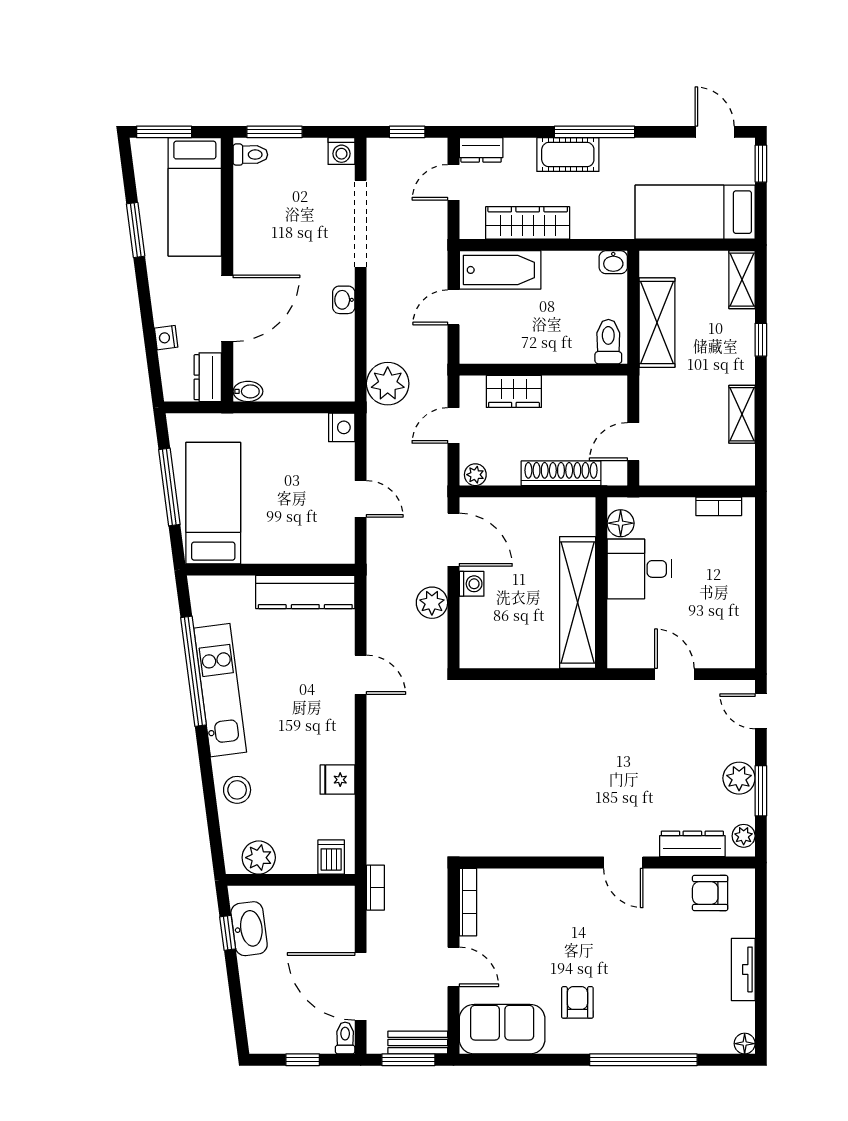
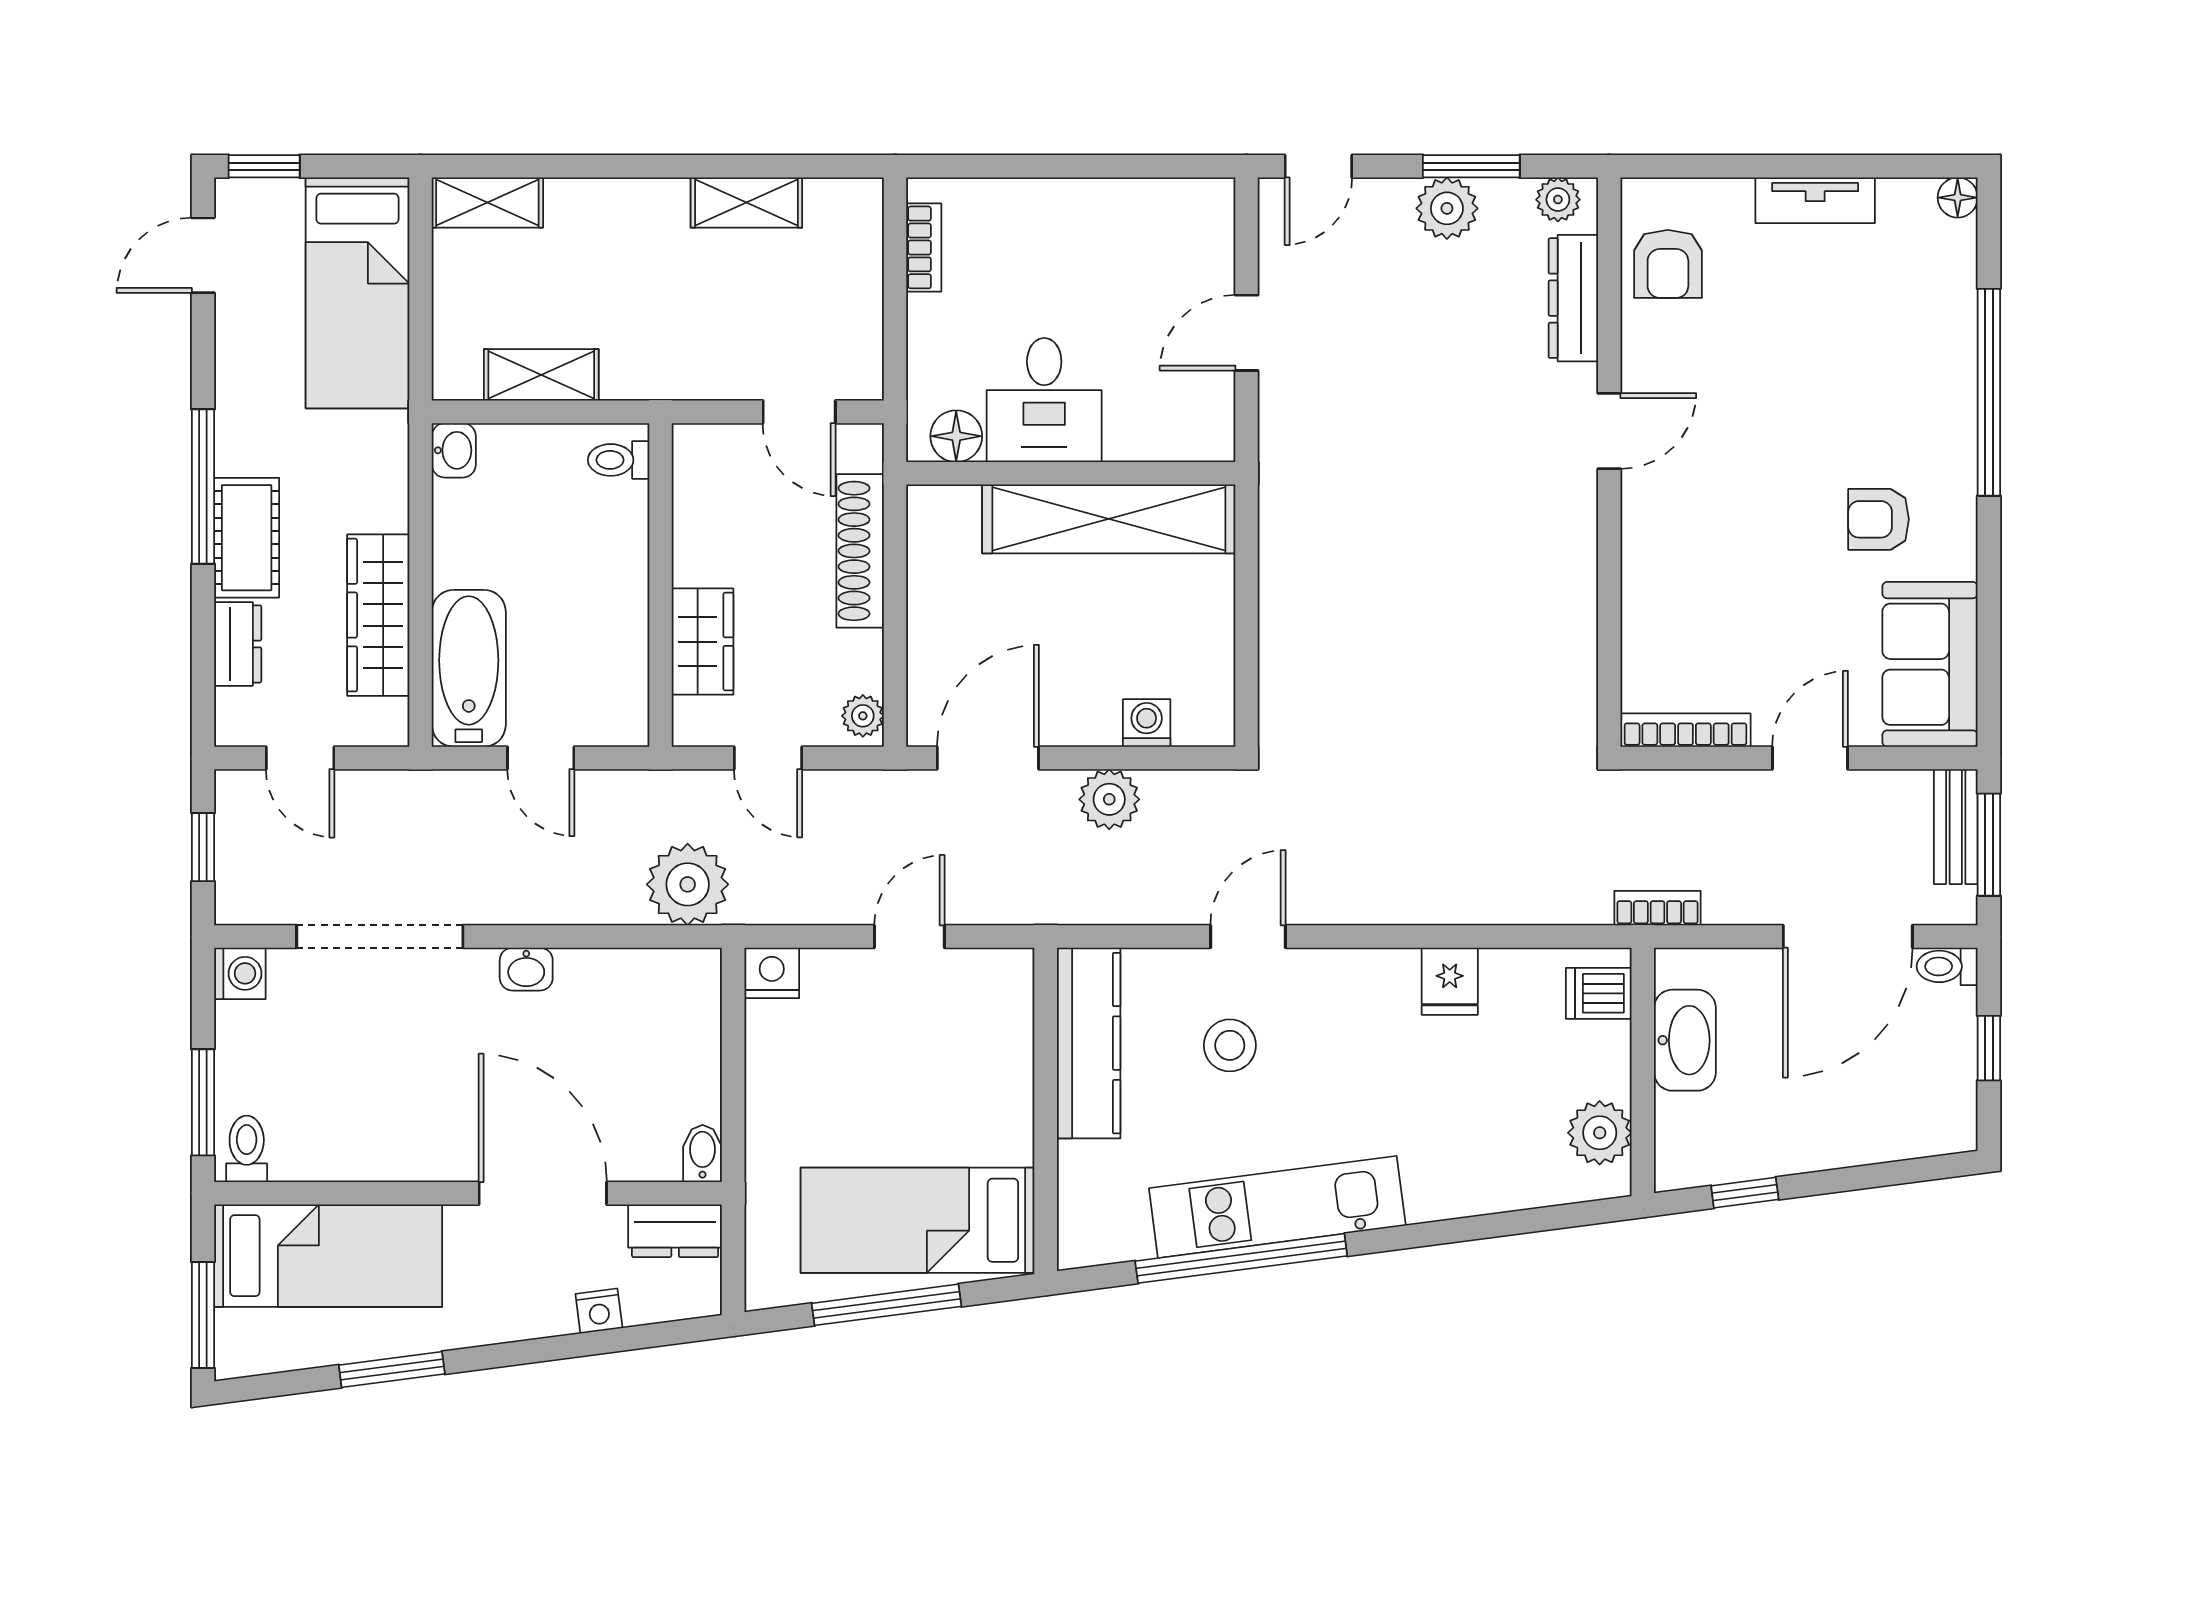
dresser: (481, 150) -> (238, 644), moved
shelving: (657, 323) -> (541, 375), width x0.67, depth x0.75
window: (761, 340) -> (603, 166), removed
toilet: (608, 342) -> (619, 460), width x0.73, depth x0.72
washing machine: (472, 584) -> (1147, 723), moved
stool: (237, 790) -> (1230, 1045), moved
washbasin: (249, 929) -> (1685, 1040), moved, turned 97

